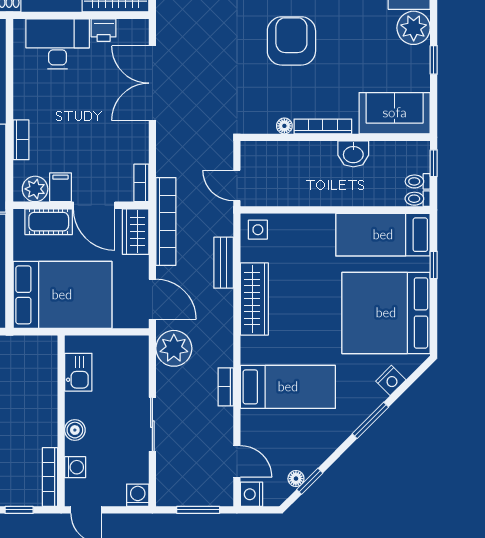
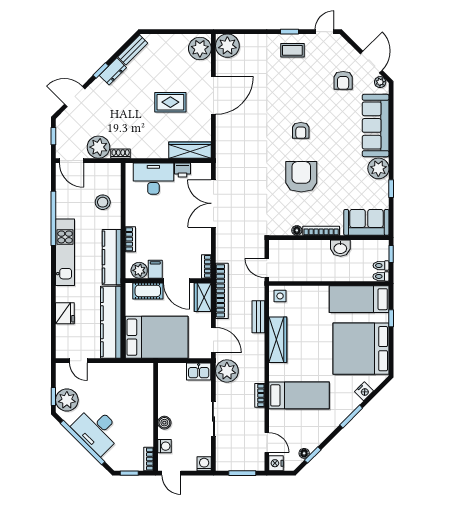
kitchen sink: (78, 372) -> (199, 371), moved, turned 90
bookcase: (50, 477) -> (149, 459), width x0.64

